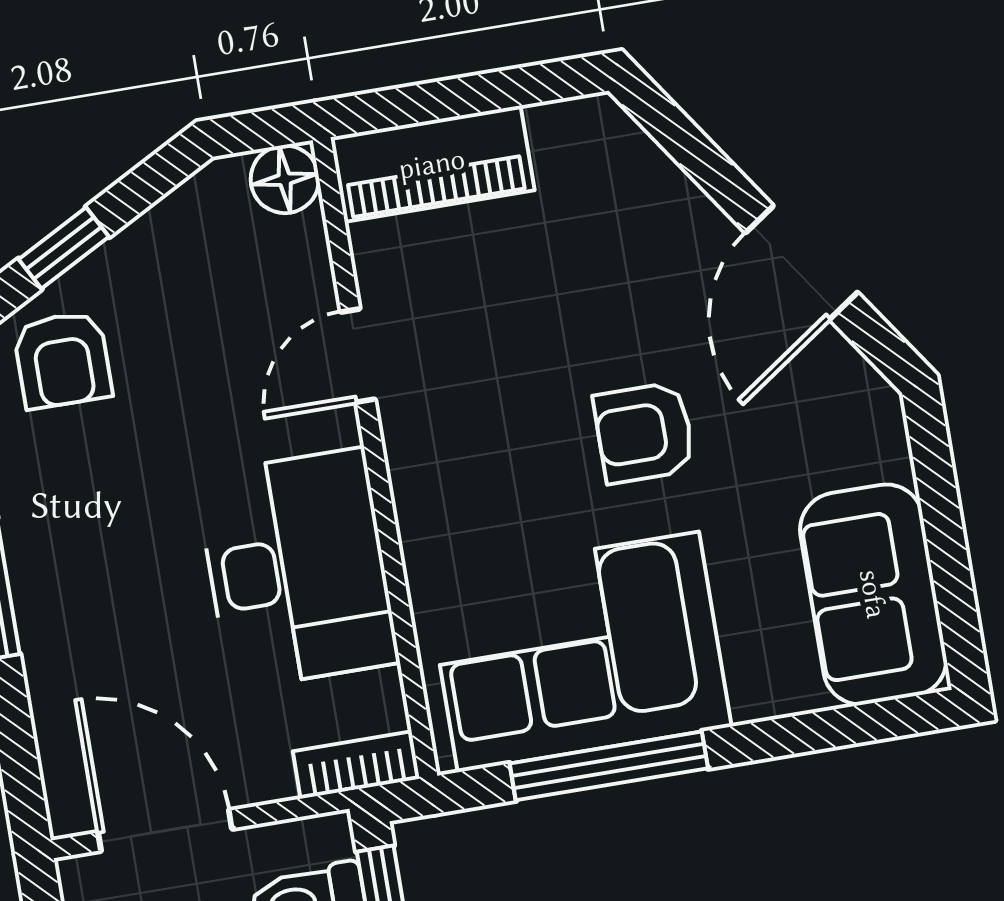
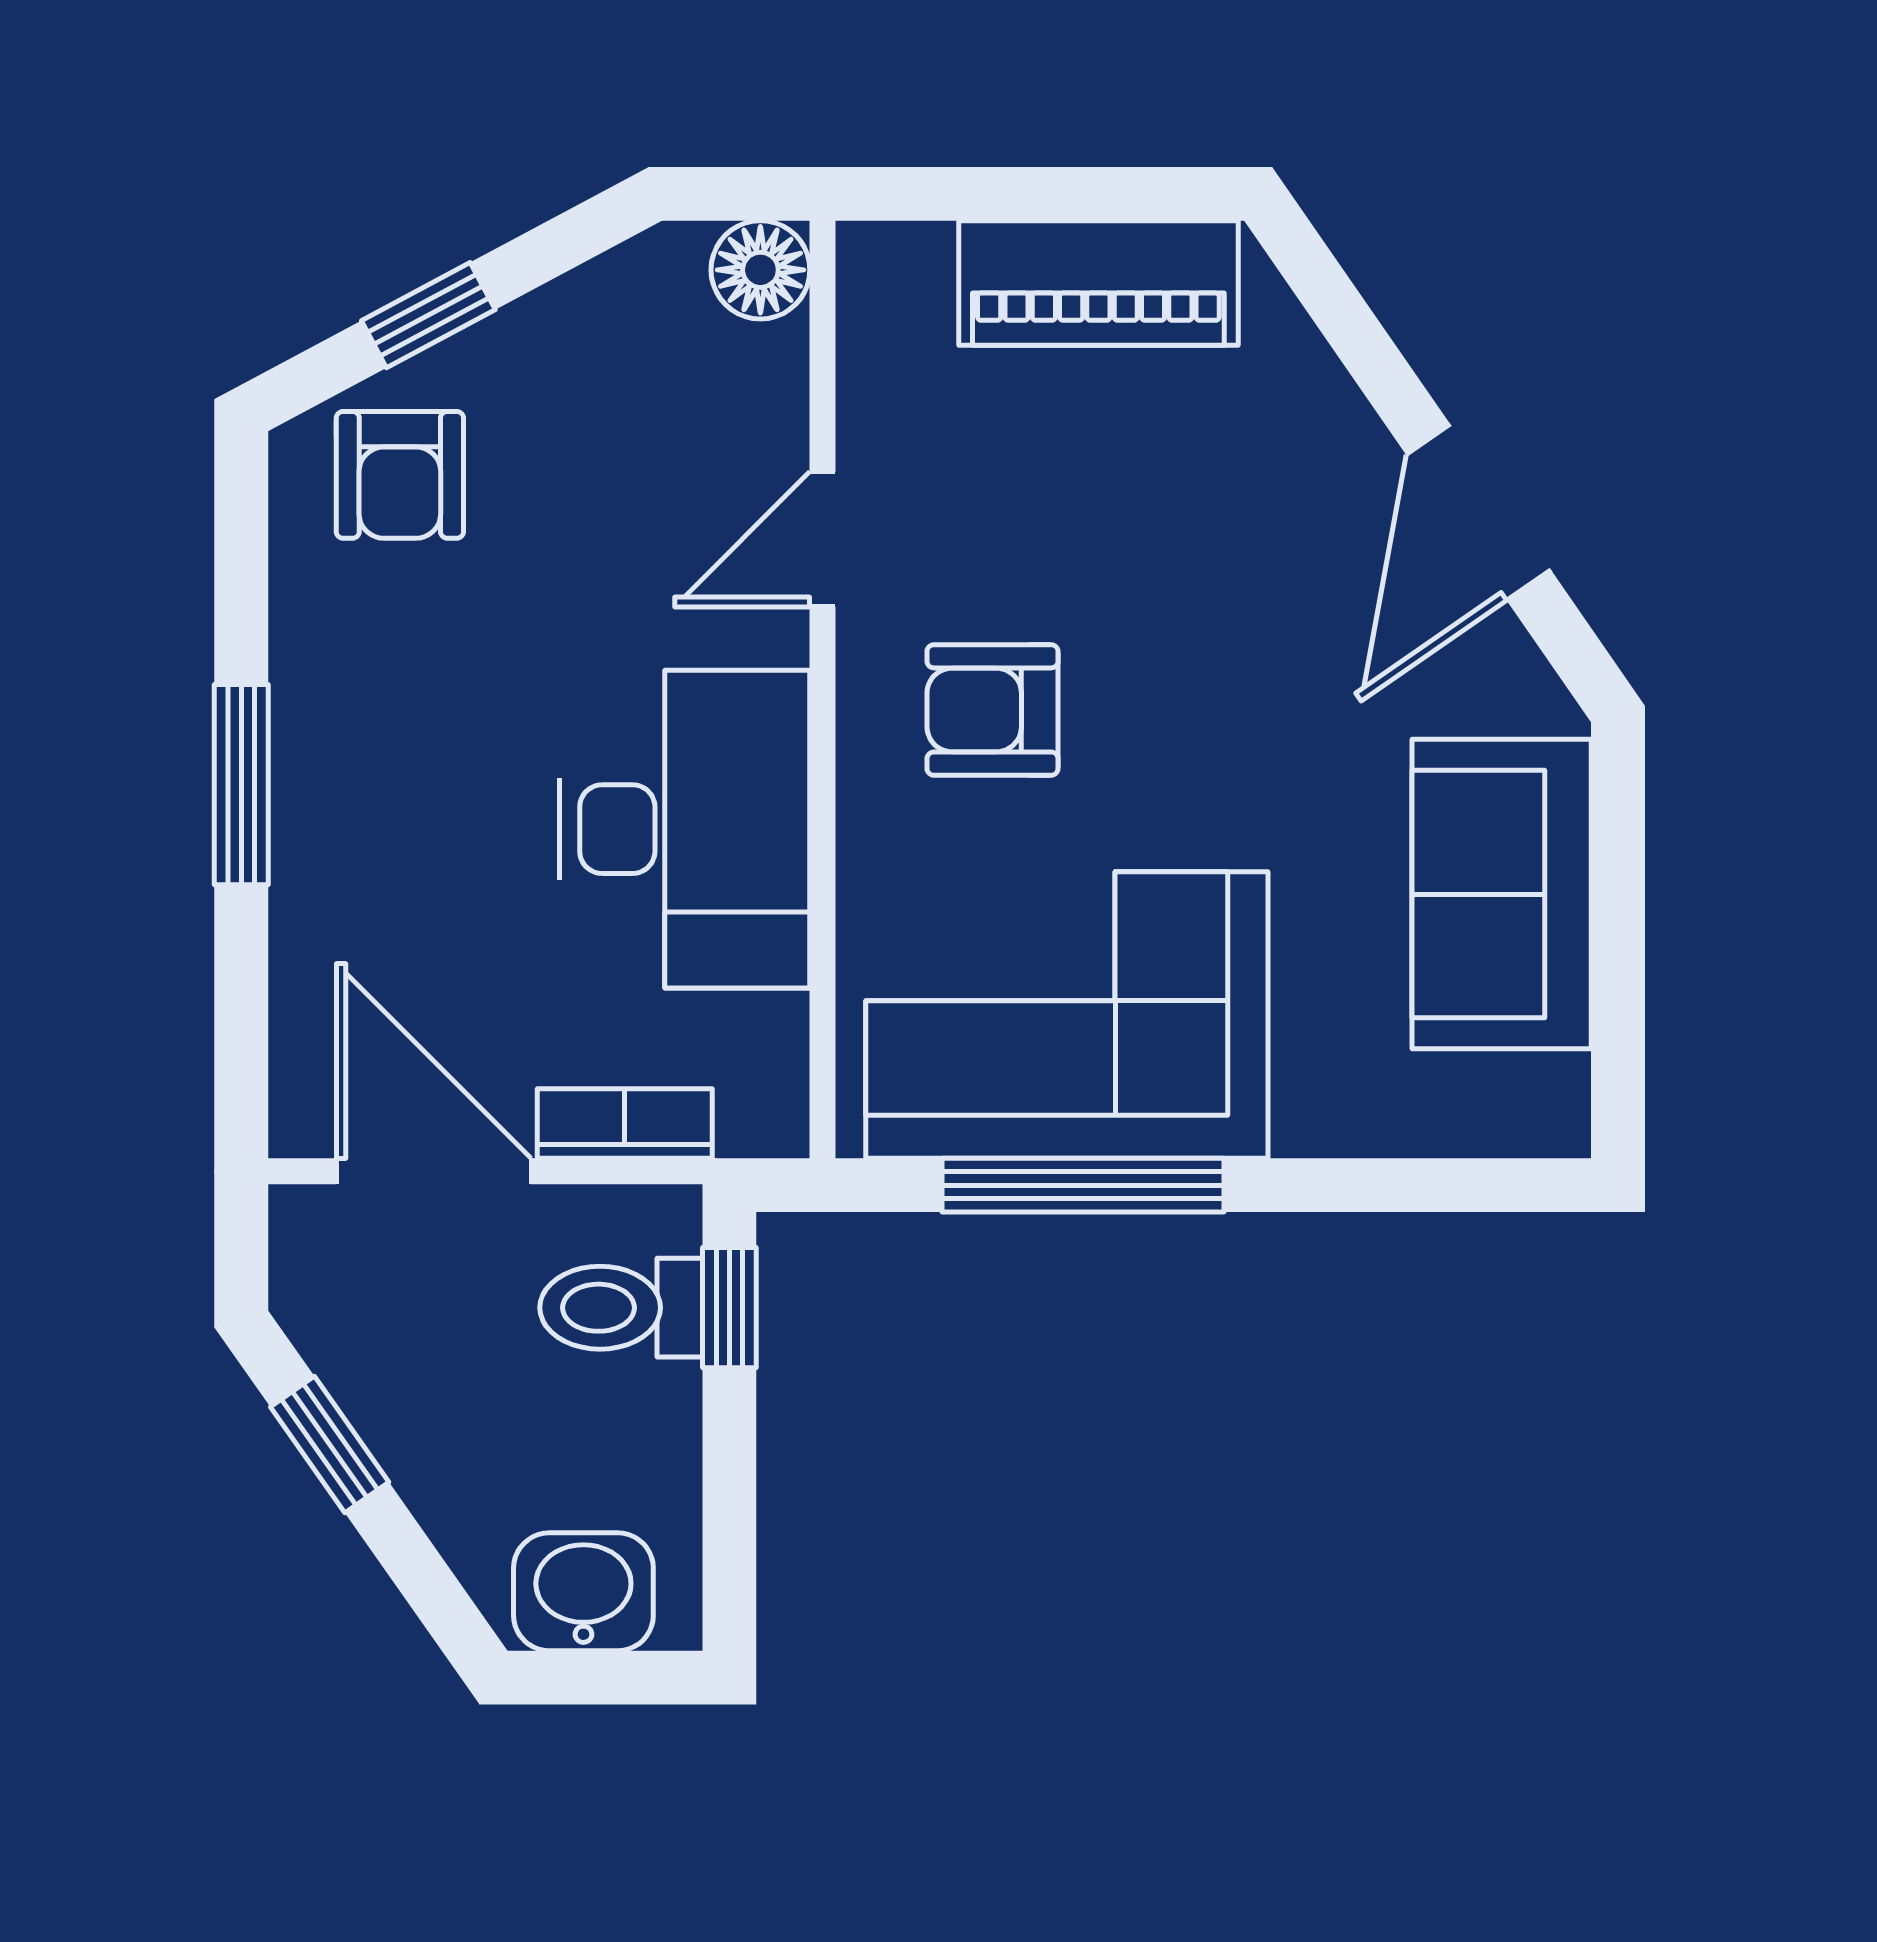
piano: (432, 164) -> (1098, 283), moved
armchair: (644, 433) -> (993, 710), moved
sofa: (873, 594) -> (1502, 894), moved
bookcase: (356, 765) -> (625, 1123), moved

